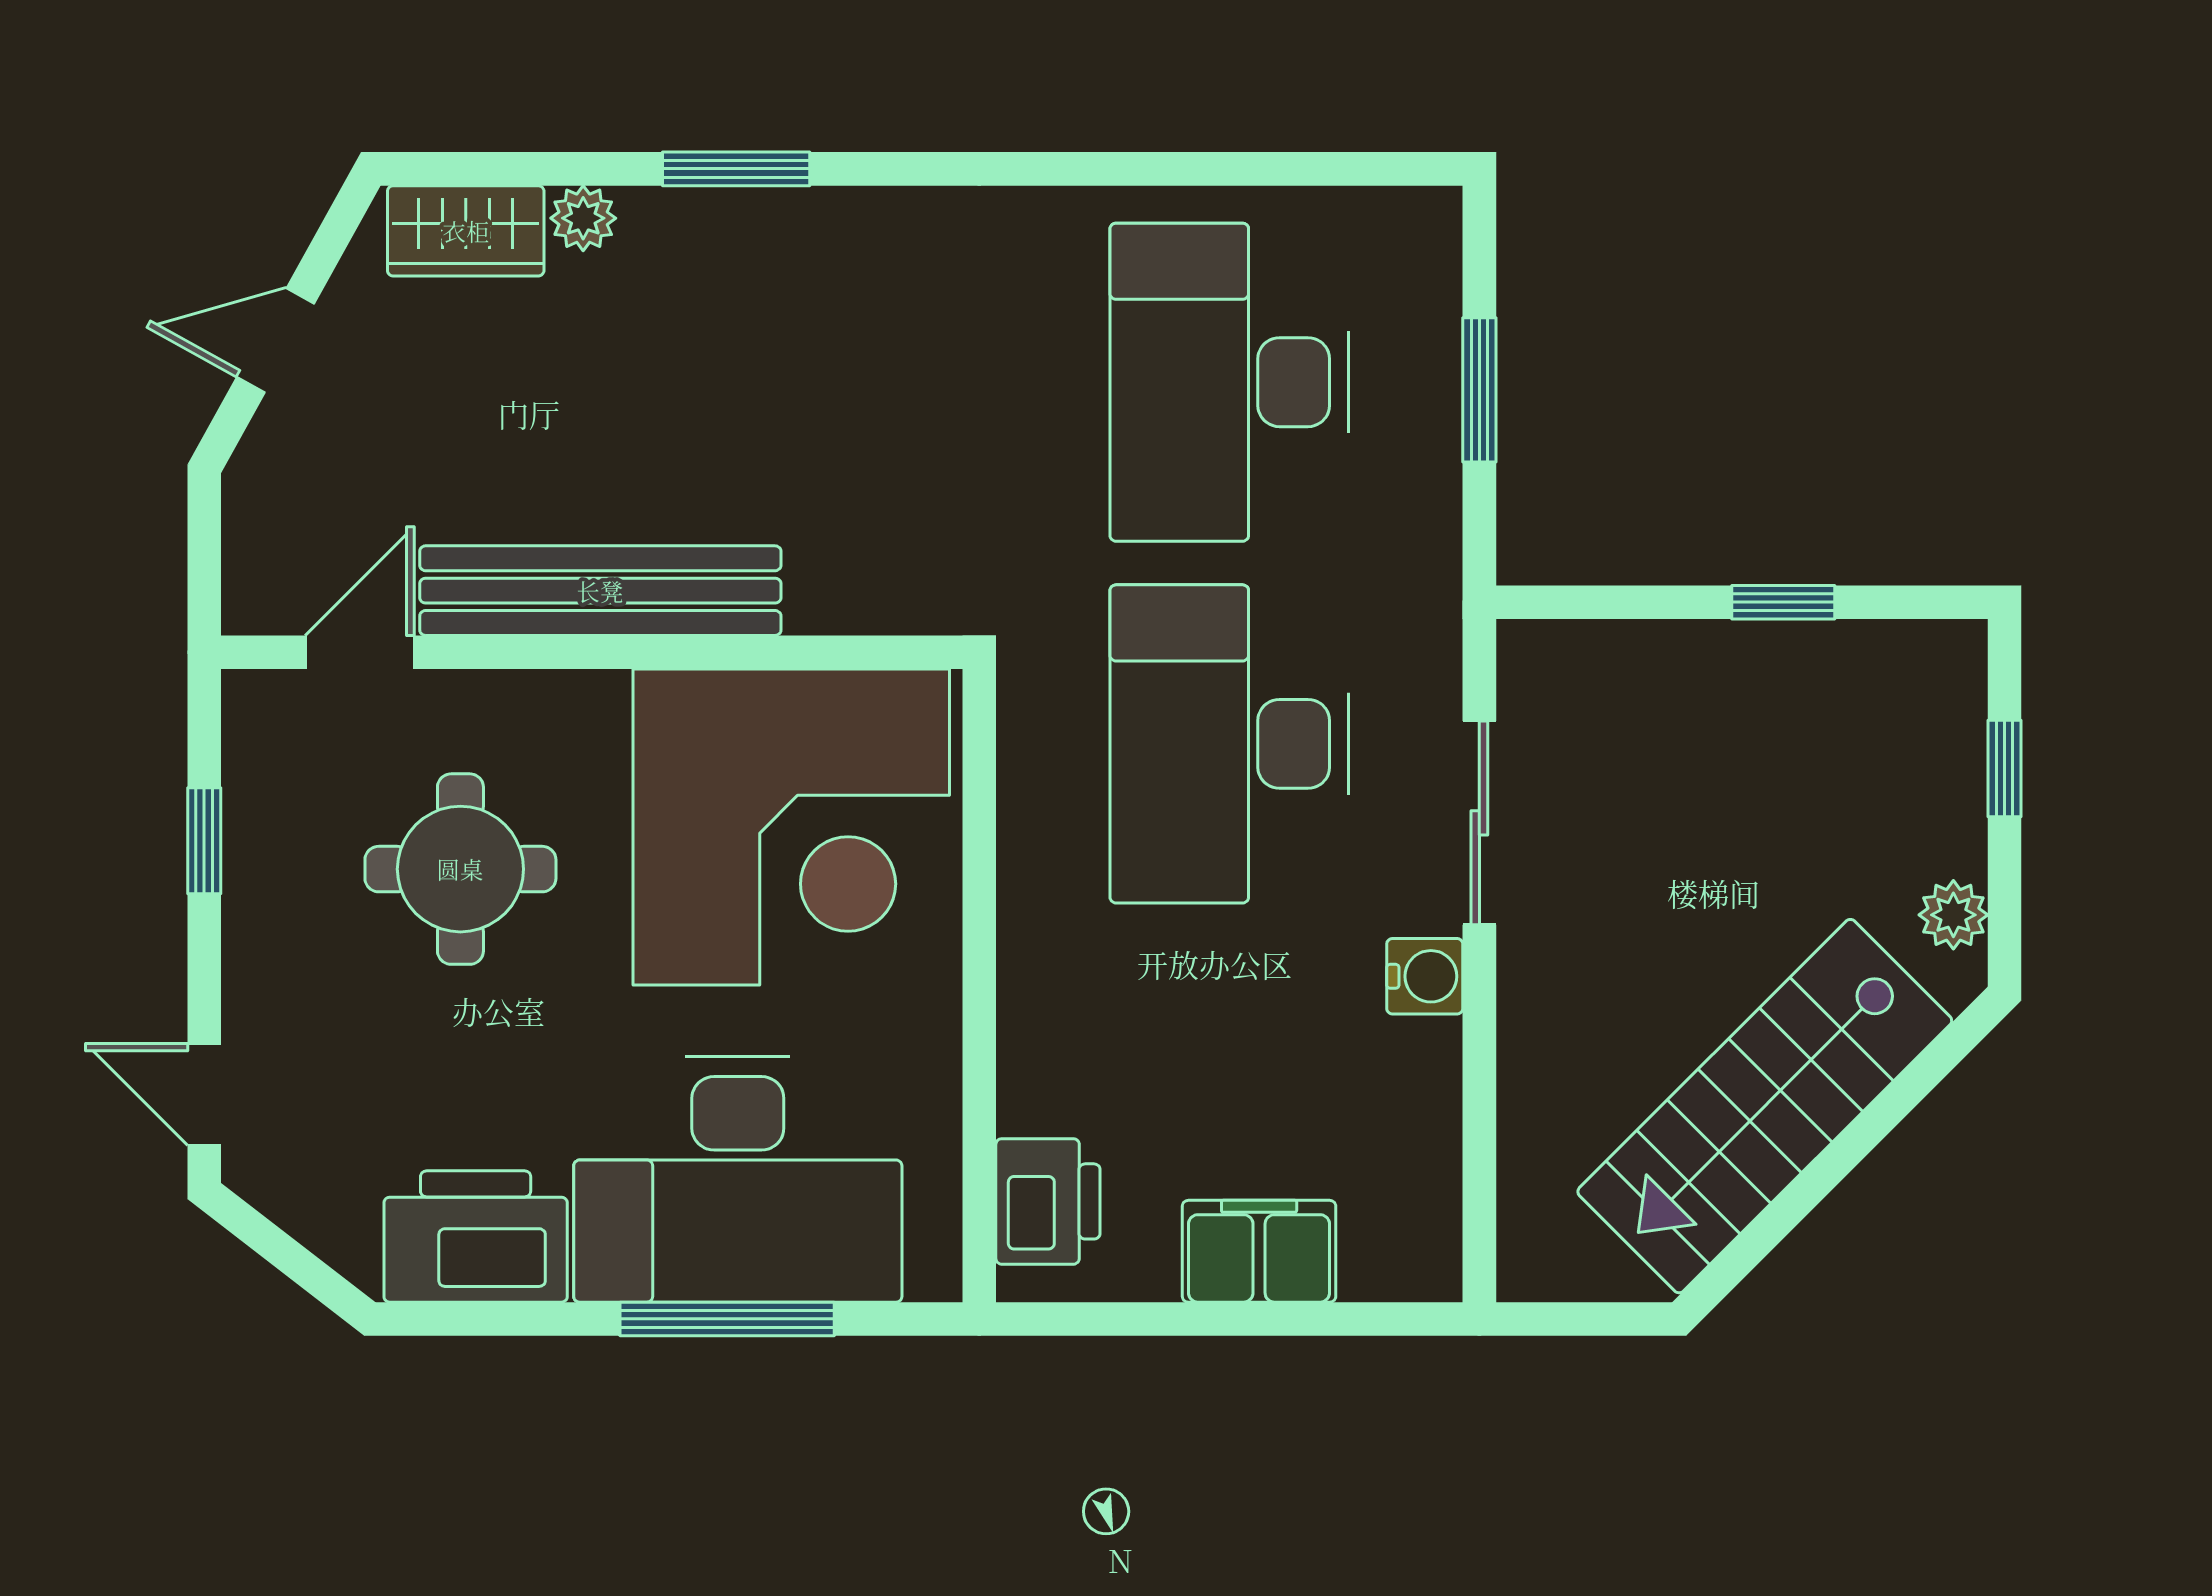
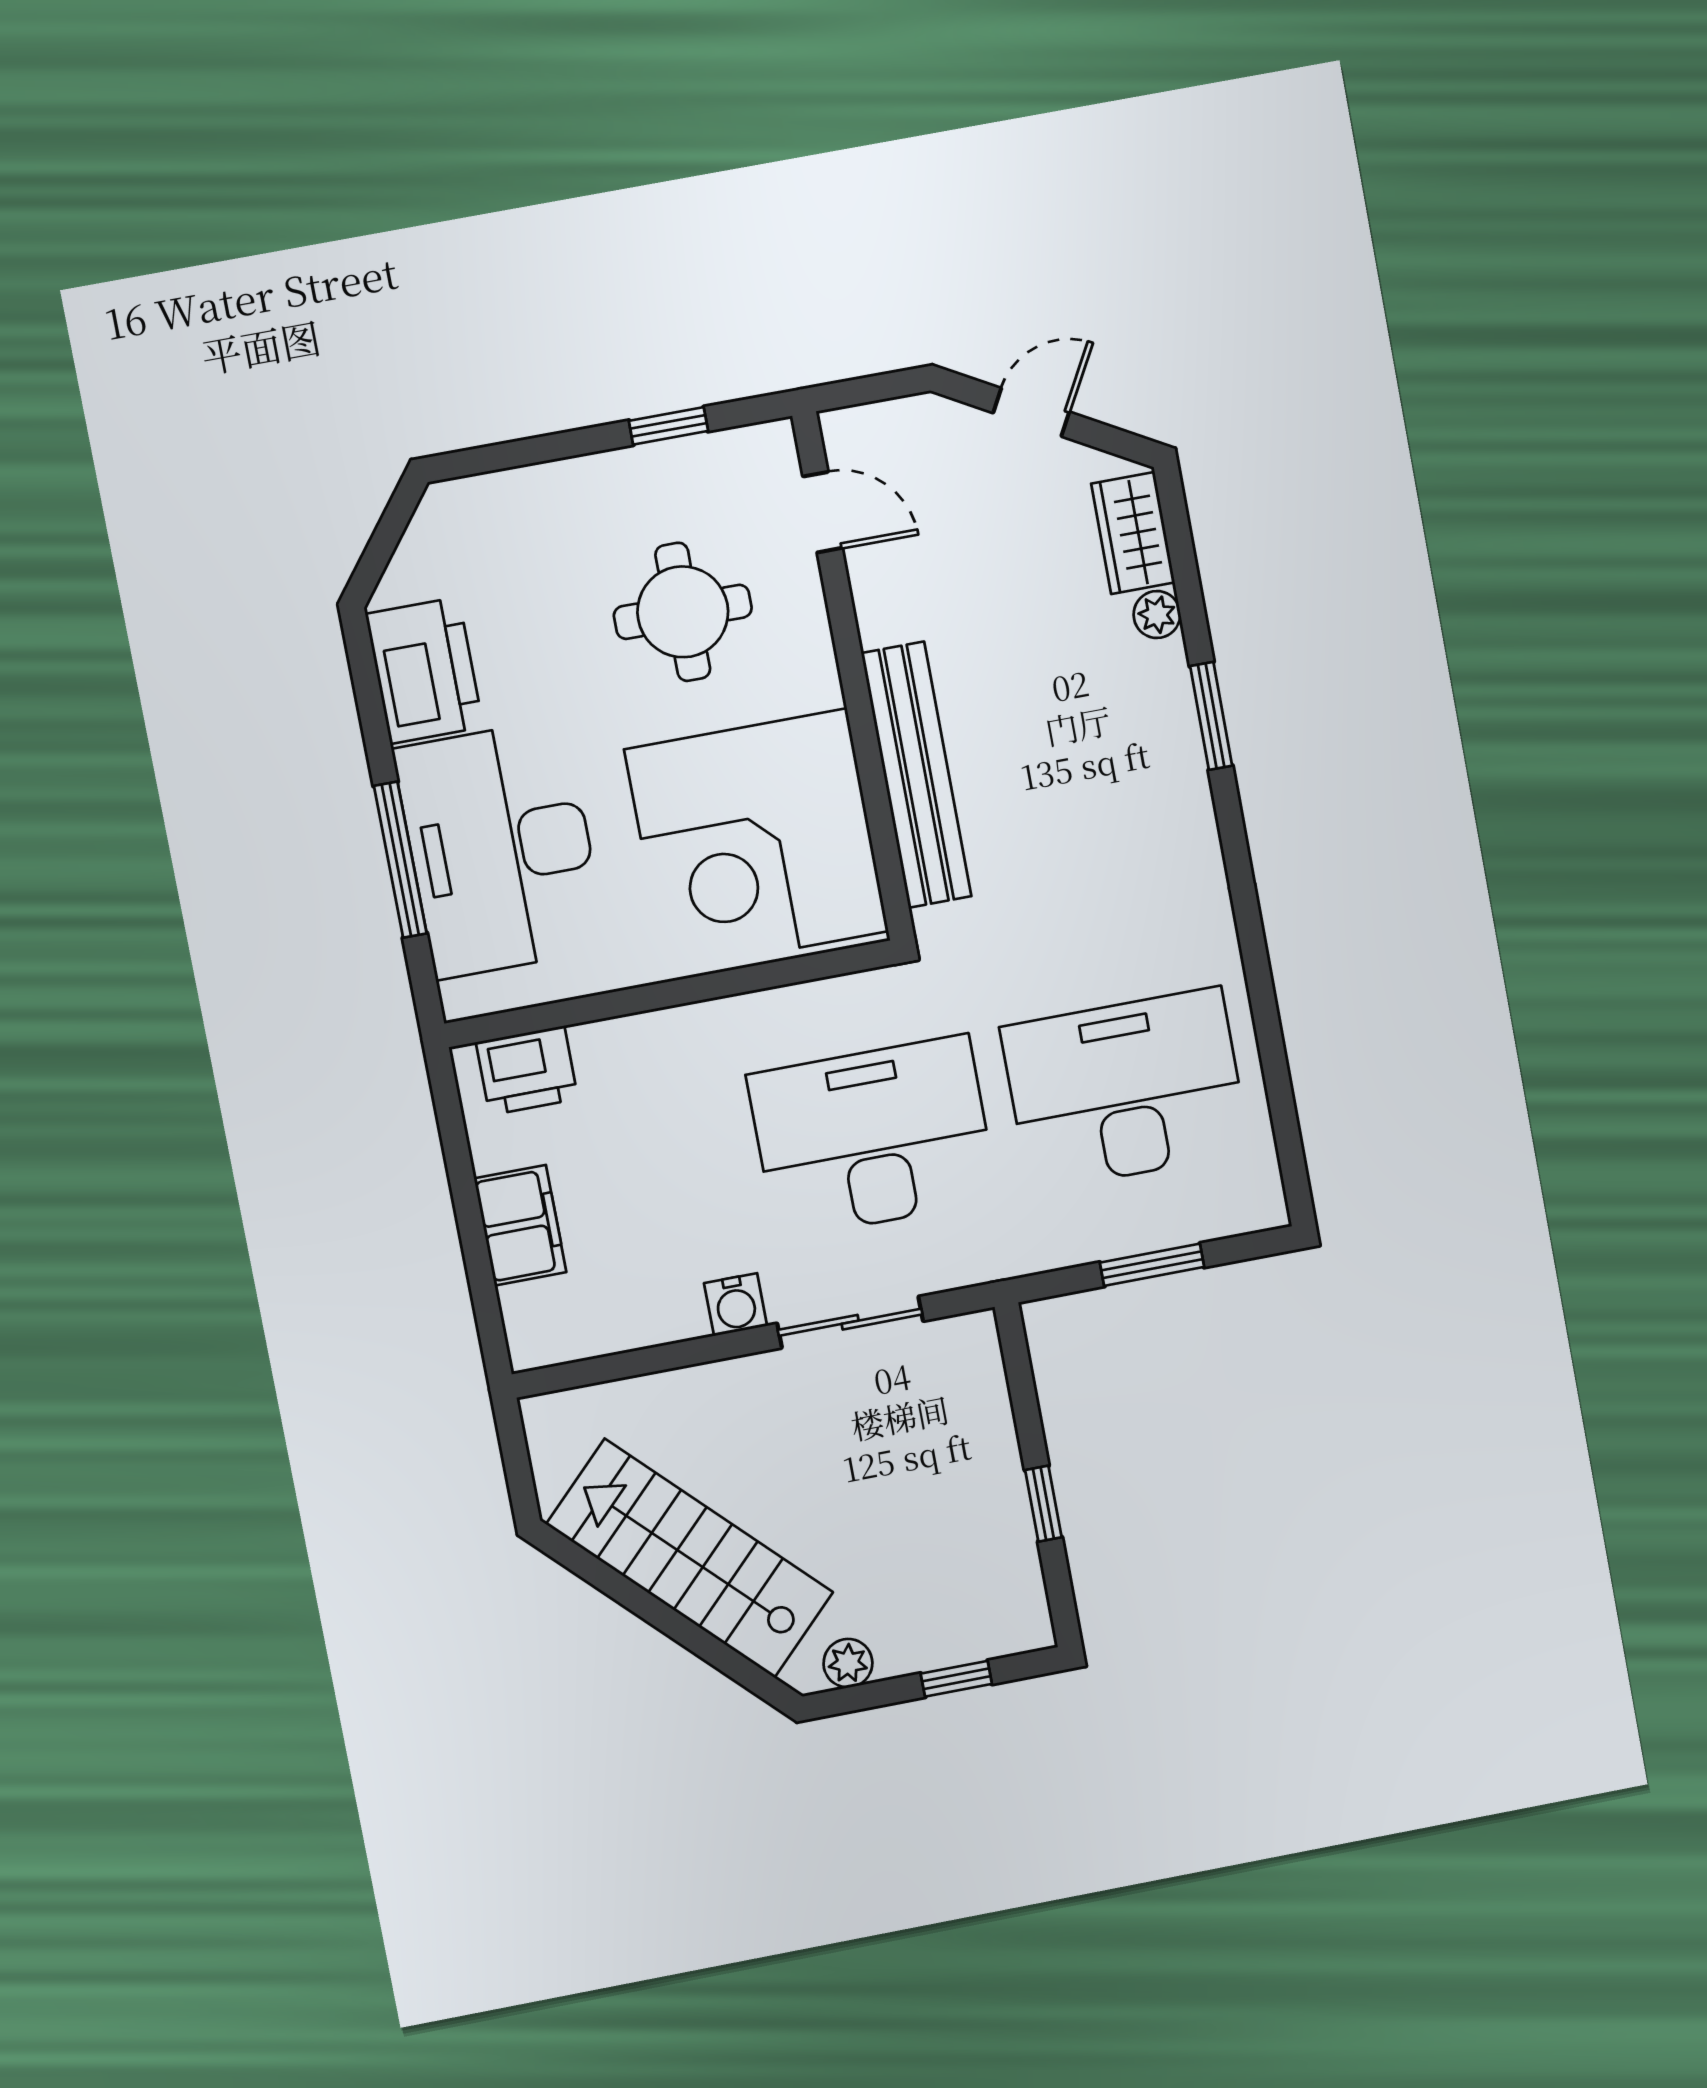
door: (276, 340) -> (1031, 412), hinge flipped
bench: (600, 591) -> (916, 775), moved
door: (204, 1094) -> (489, 459), removed

